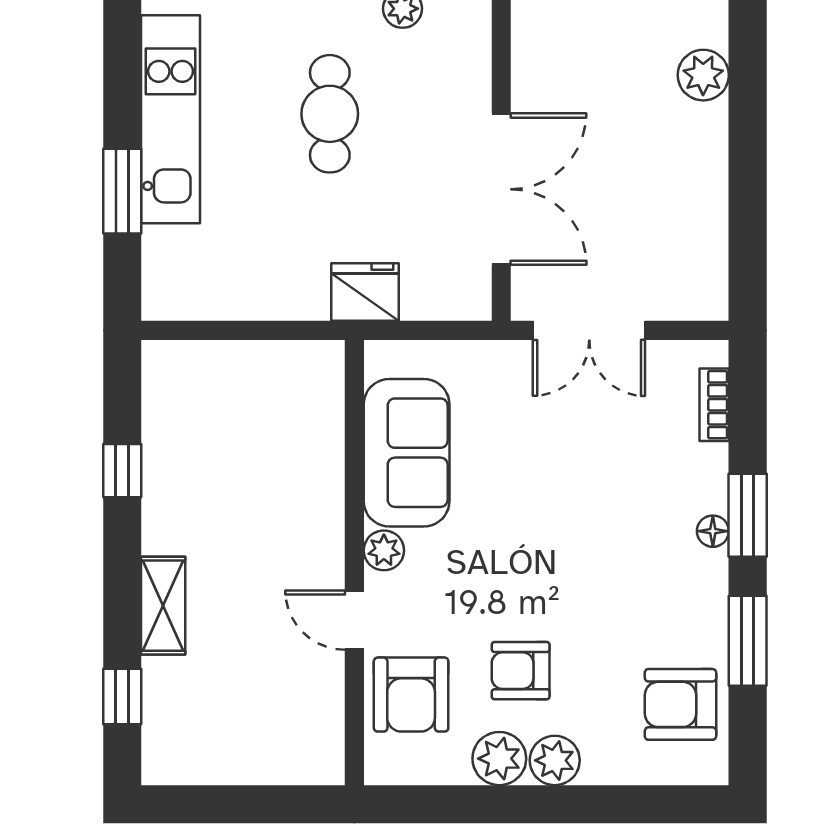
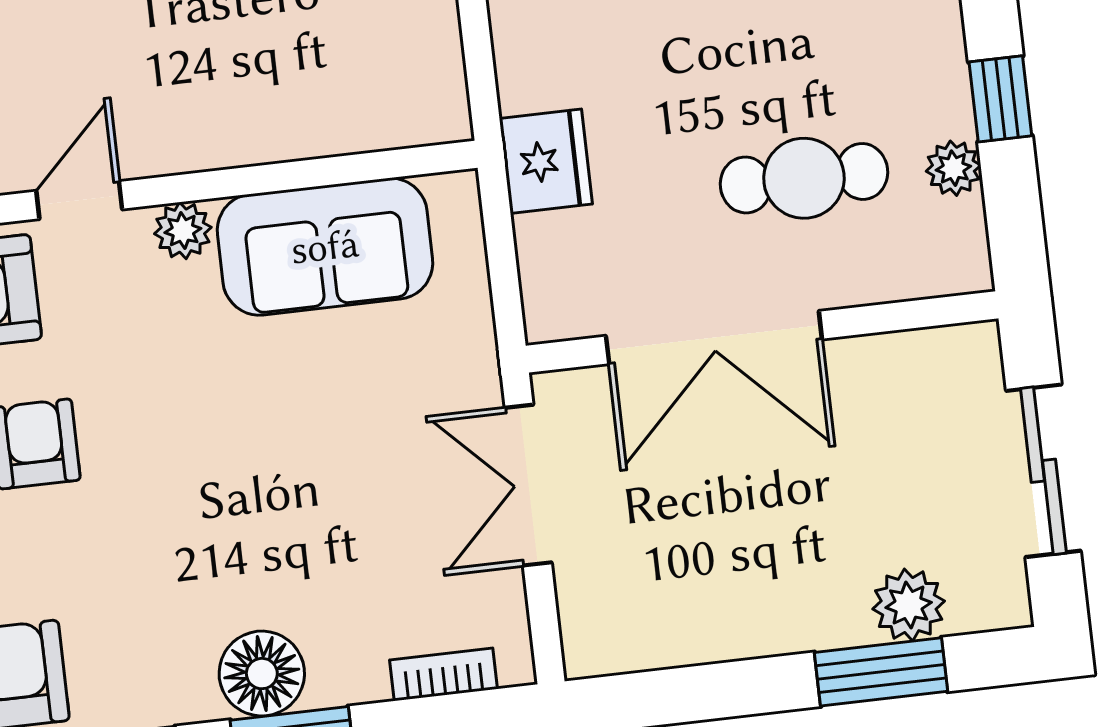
window: (748, 100) -> (881, 672), added
cafe table: (330, 114) -> (804, 178), moved
floor lamp: (713, 531) -> (262, 674), width x1.89, depth x1.89

